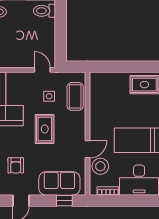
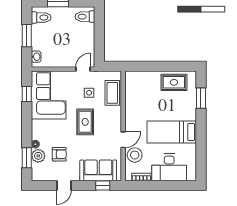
door: (42, 70) -> (83, 69), hinge flipped
armchair: (16, 165) -> (59, 154), turned -90

